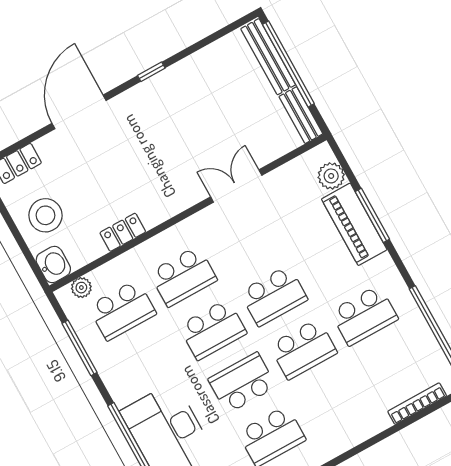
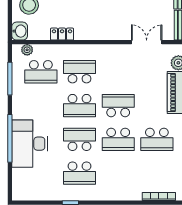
double door: (236, 186) -> (147, 42), moved
school desk: (183, 276) -> (80, 72), turned 180
school desk: (274, 296) -> (118, 106), turned 180

